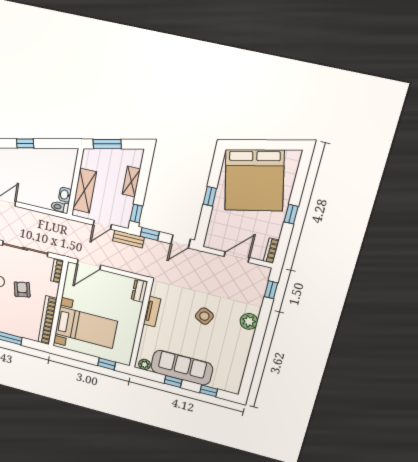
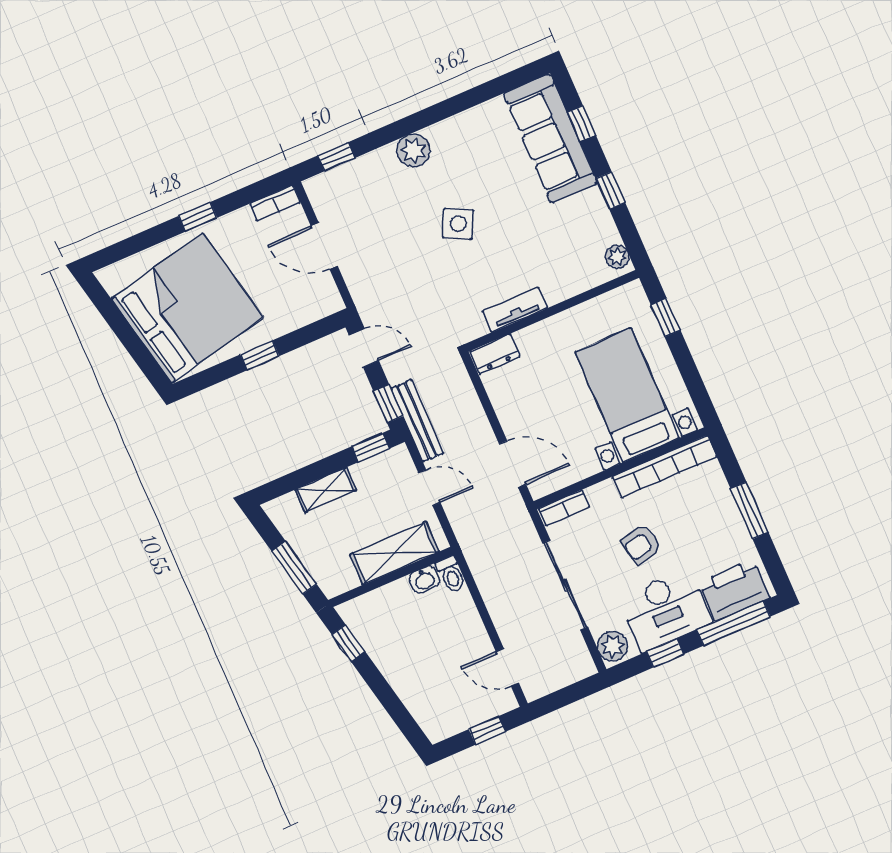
window: (25, 143) -> (348, 643), moved
bench: (128, 239) -> (417, 421), width x1.36
sofa: (182, 368) -> (551, 138), moved

